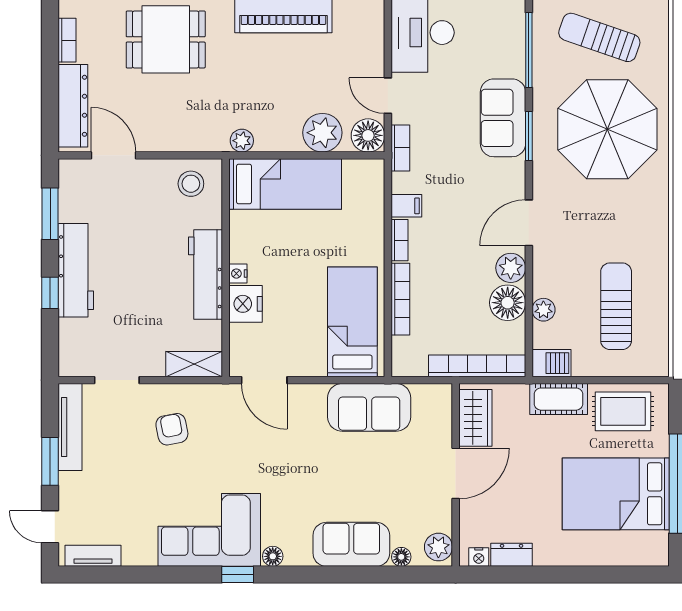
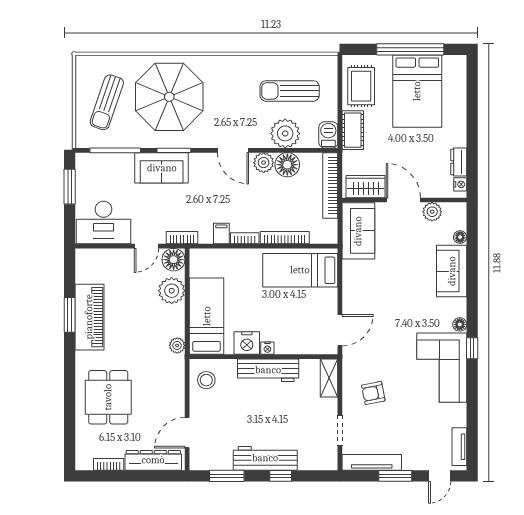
nightstand: (245, 304) -> (247, 343), moved
plant: (543, 310) -> (285, 133), width x1.88, depth x1.88
sofa: (369, 407) -> (358, 231), moved
plant: (438, 547) -> (432, 212), moved

